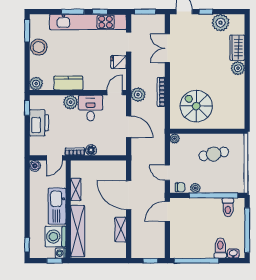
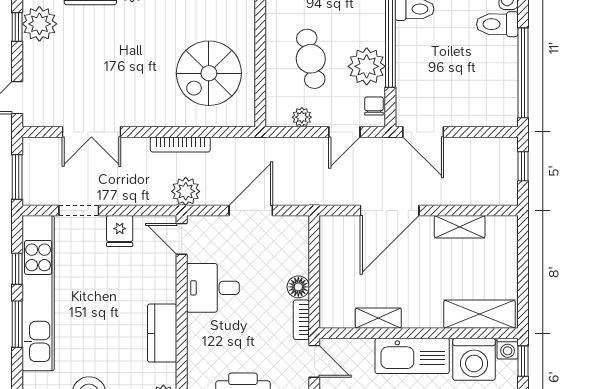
window: (206, 12) -> (17, 27), moved
plant: (70, 102) -> (201, 329), removed
plant: (175, 139) -> (302, 117), moved
cafe table: (214, 154) -> (311, 59), moved
plant: (195, 188) -> (367, 66), width x1.87, depth x1.87
shelving: (78, 231) -> (480, 314), width x0.68

